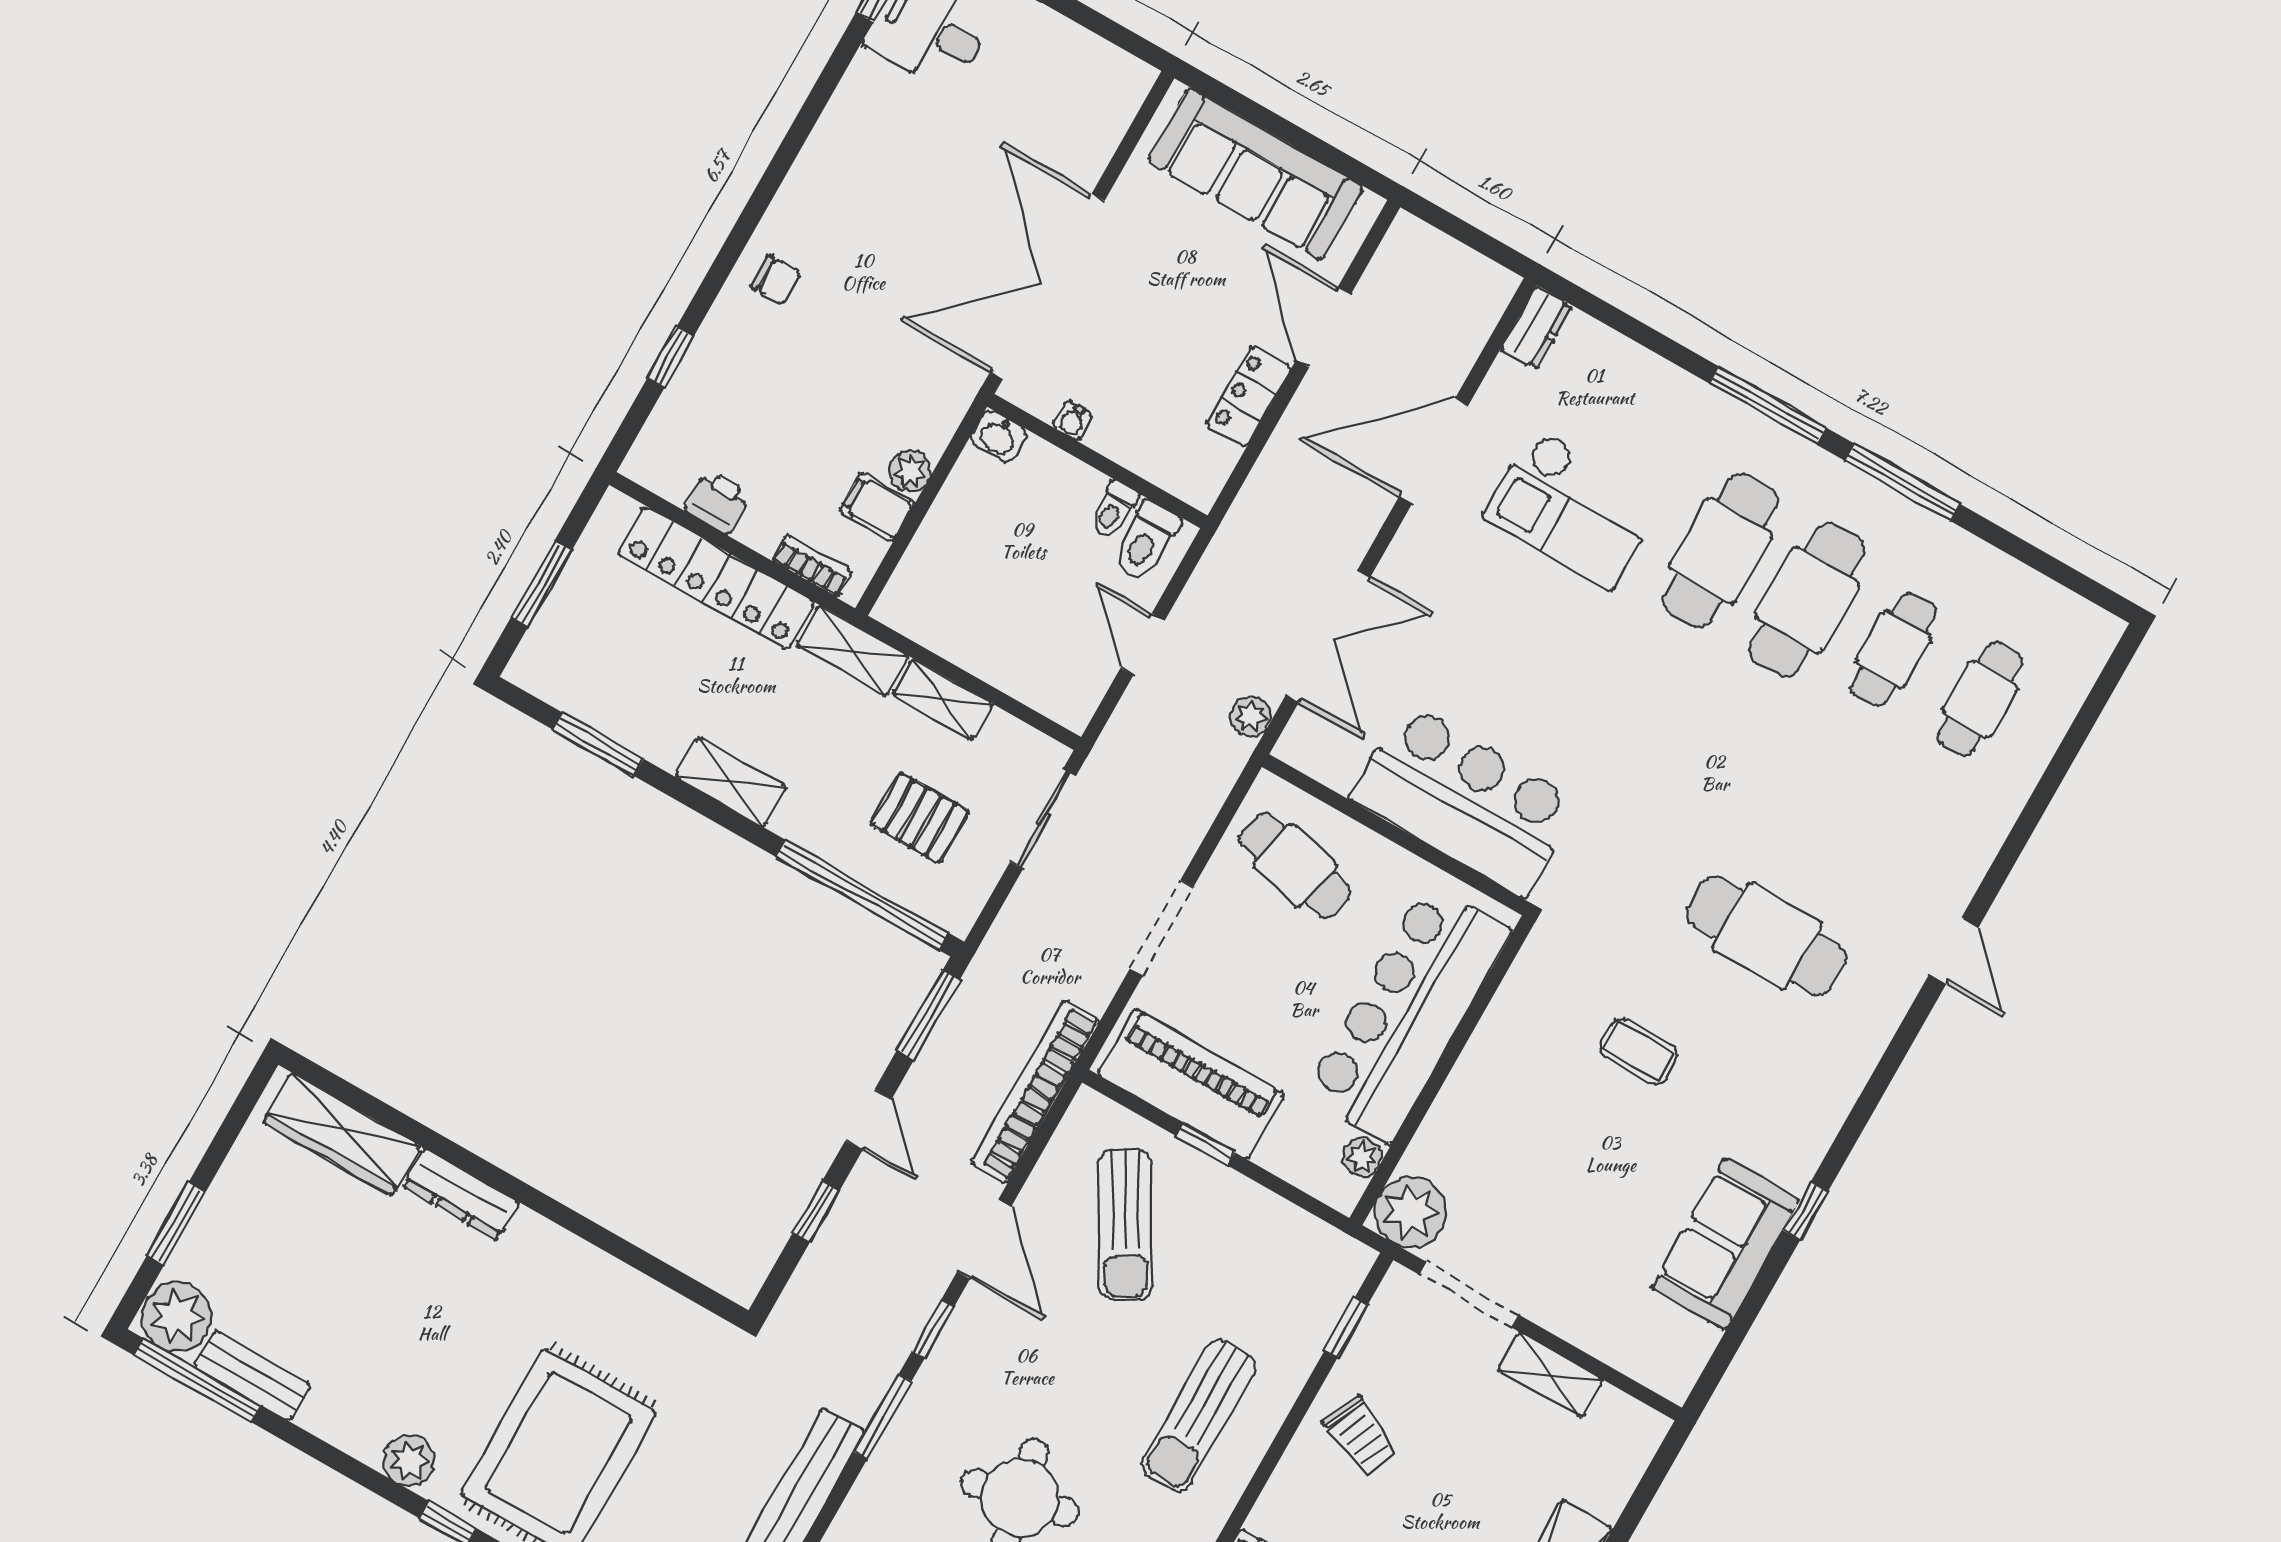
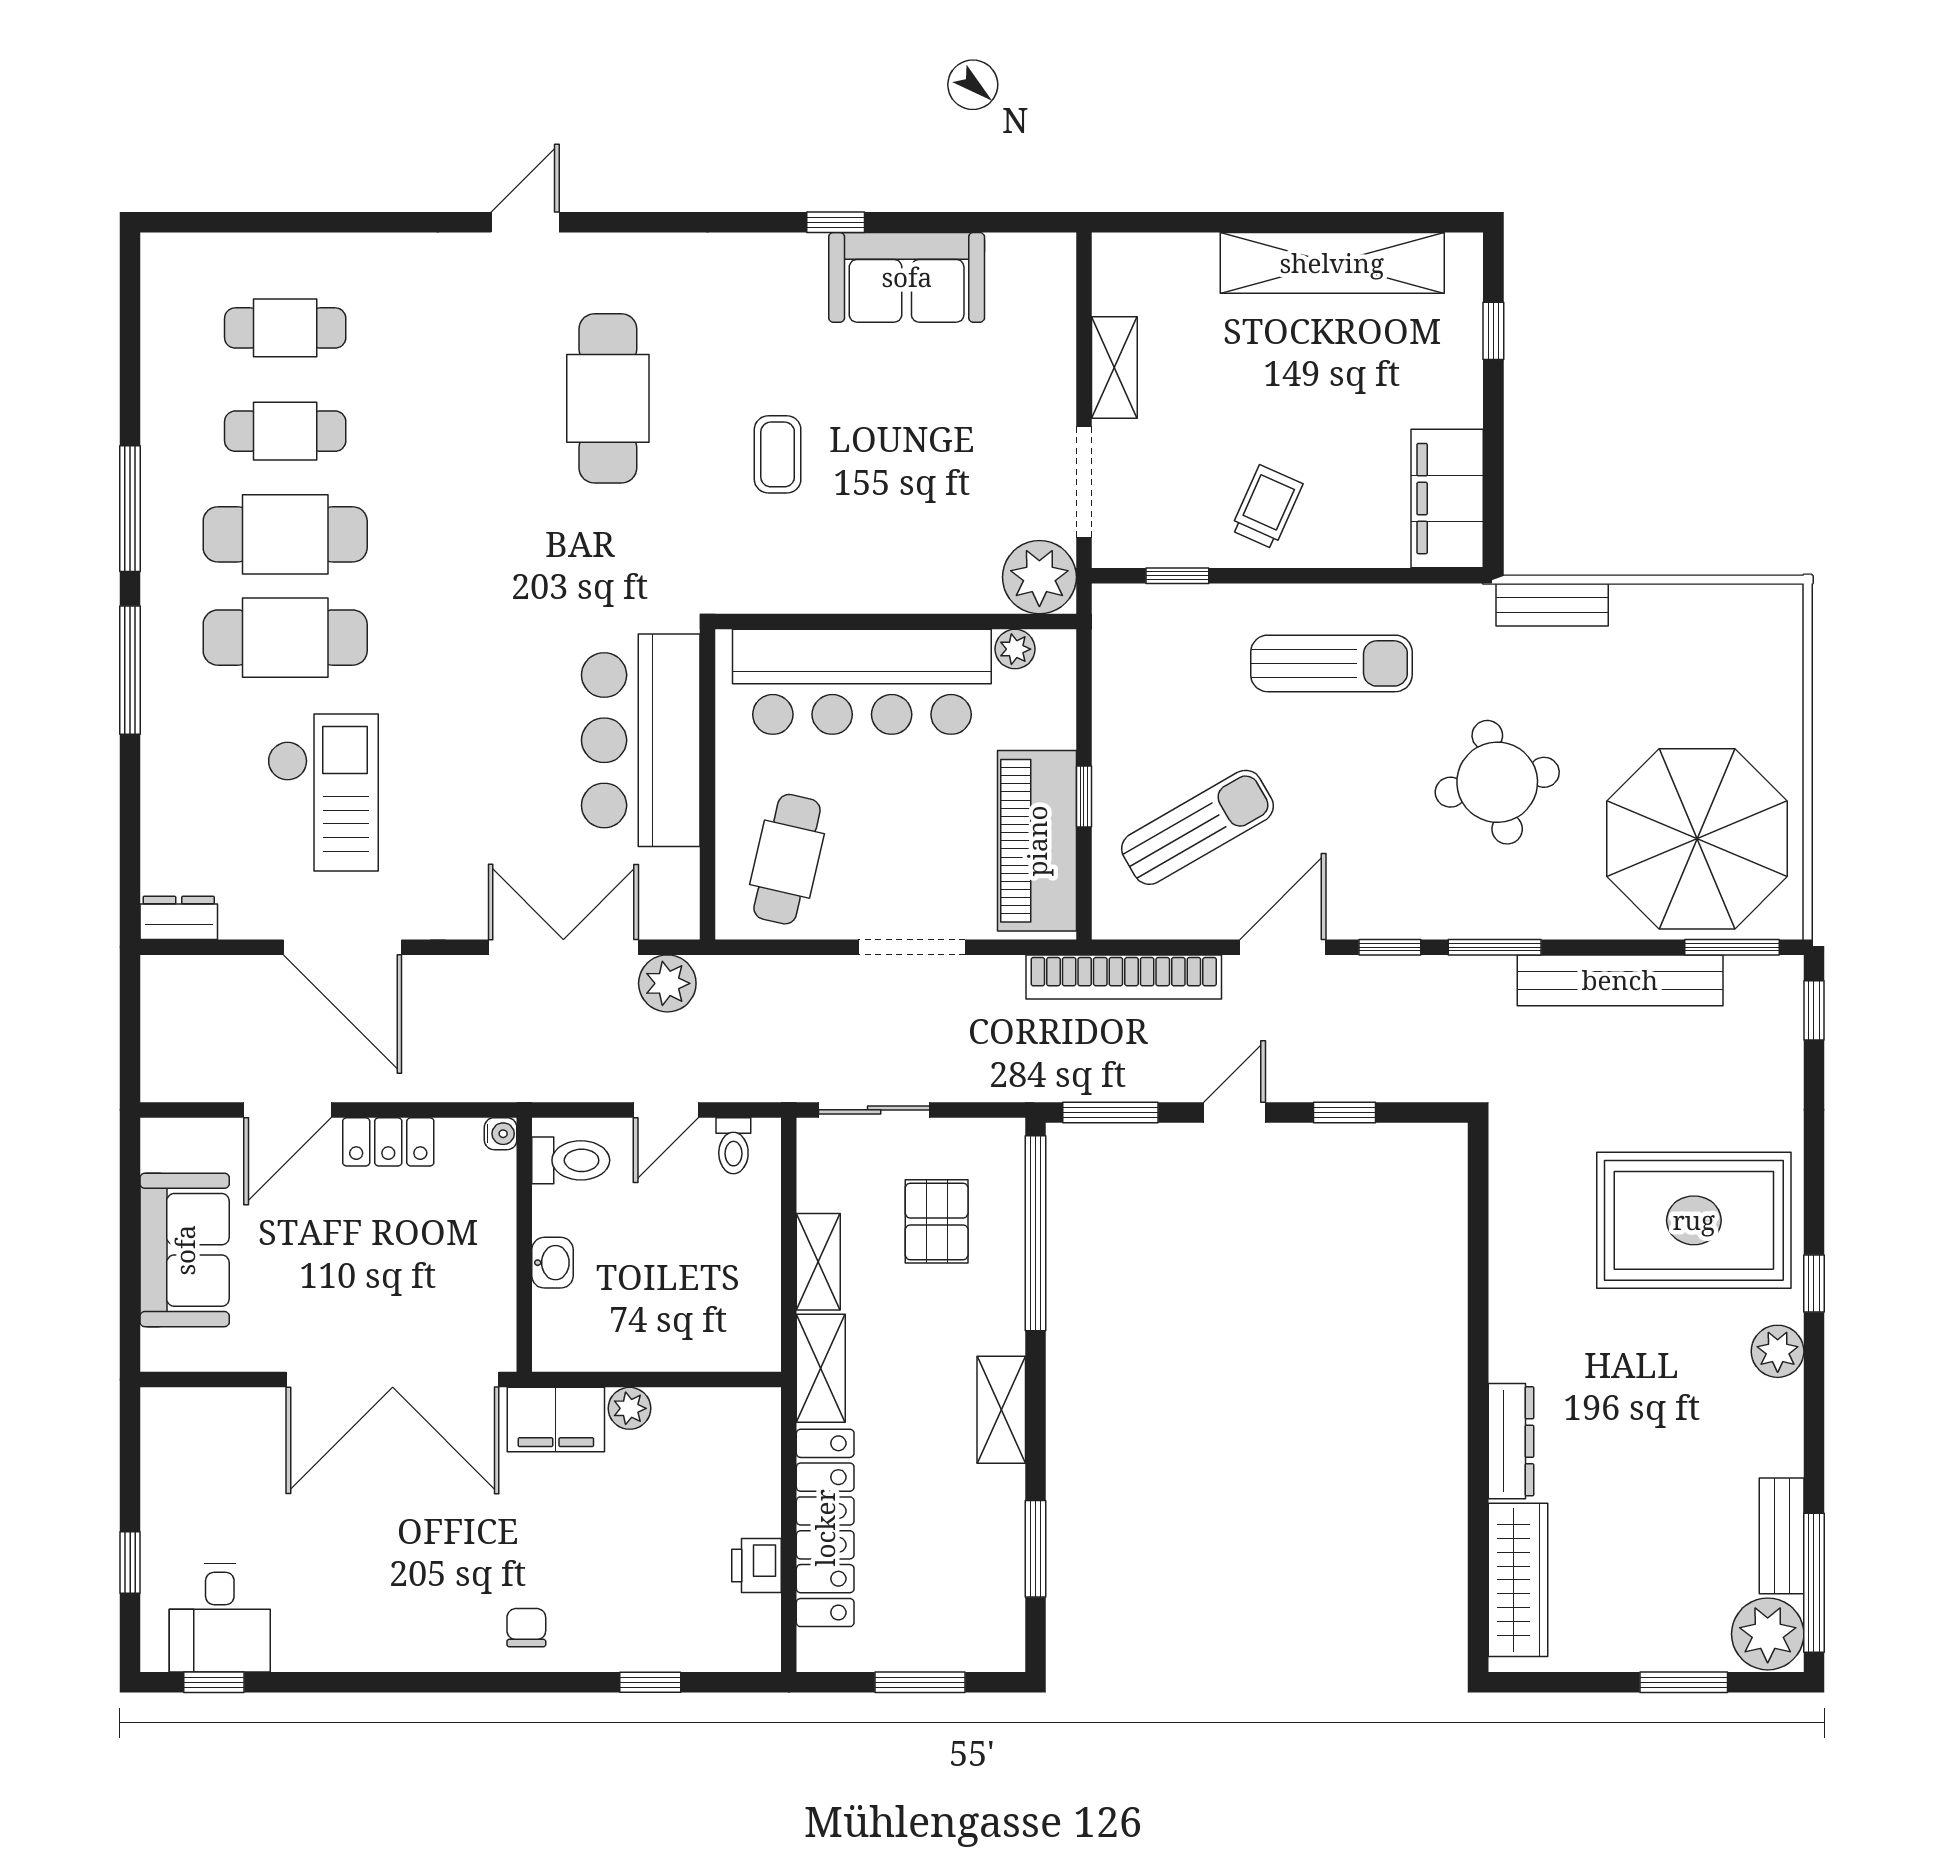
sofa: (1255, 174) -> (185, 1250), width x0.73
water cooler: (1072, 421) -> (501, 1134), moved
washbasin: (999, 436) -> (552, 1263), moved
filing cabinet: (877, 507) -> (556, 1420), moved, width x2.00
toilet: (1113, 510) -> (733, 1146), moved, turned 90
bookcase: (812, 566) -> (765, 1448), removed
plant: (1251, 716) -> (667, 983), width x1.38, depth x1.38

